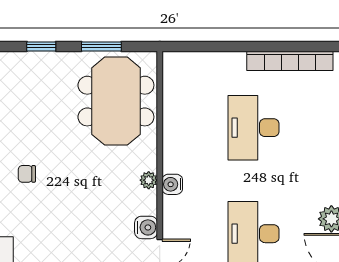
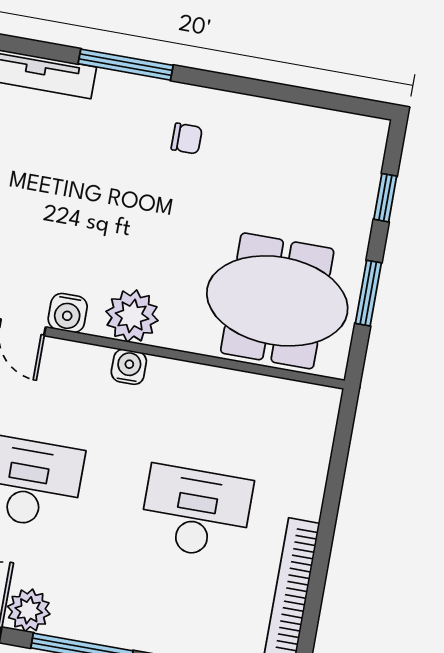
chair: (27, 174) -> (187, 139), turned 90
plant: (149, 180) -> (132, 316), width x1.87, depth x1.87

